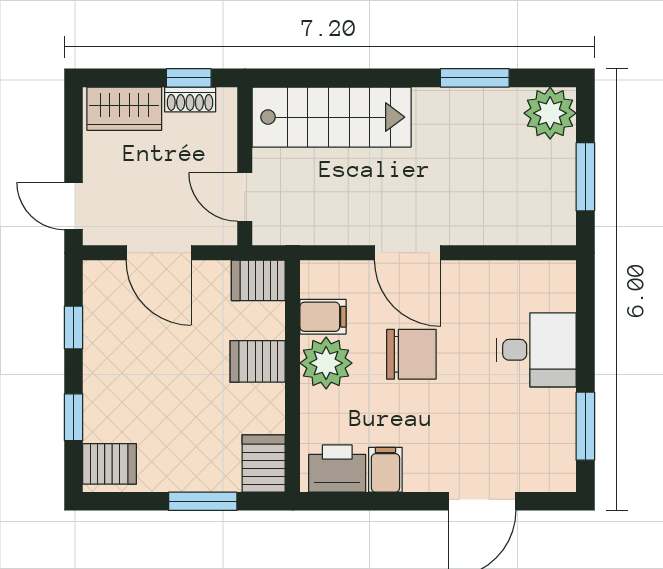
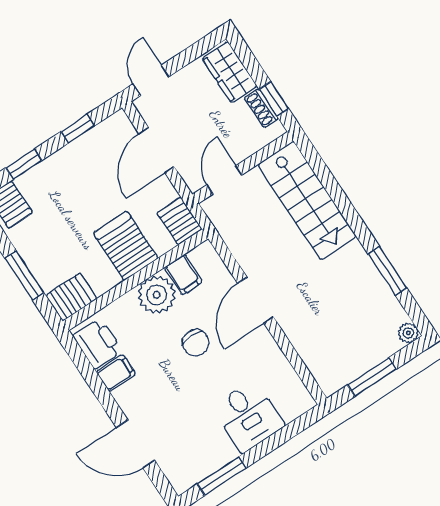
plant: (550, 113) -> (408, 333), width x0.53, depth x0.53
chair: (411, 354) -> (196, 343), width x0.73, depth x0.73
server rack: (258, 361) -> (126, 246), width x1.36, depth x1.44

